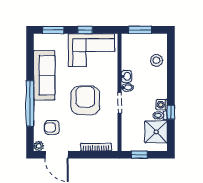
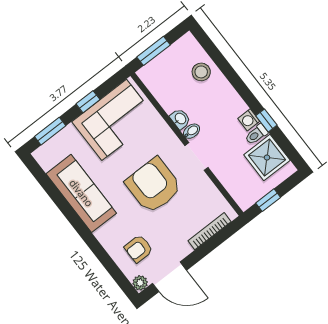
window: (30, 103) -> (90, 240), removed

